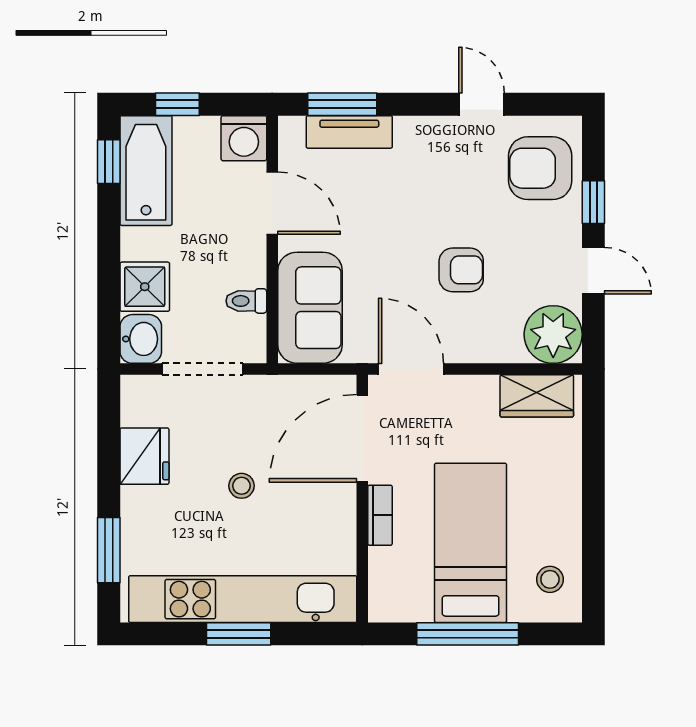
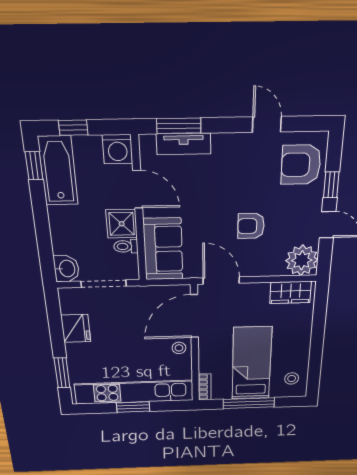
armchair: (461, 270) -> (251, 226), turned 180
shower: (145, 287) -> (122, 224), moved
stool: (241, 486) -> (179, 348), moved
bookcase: (380, 515) -> (205, 387), moved

